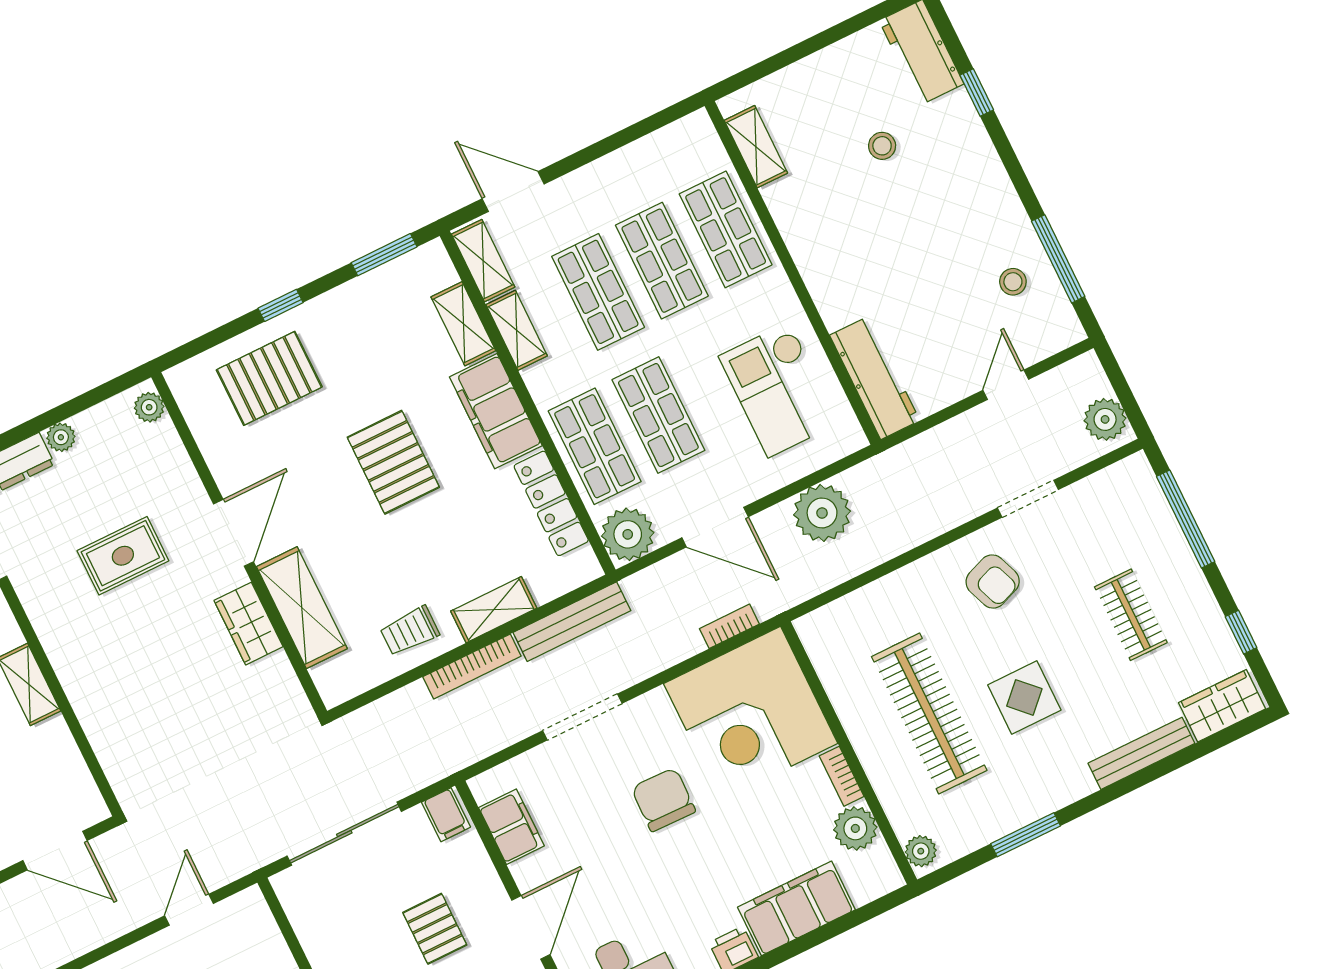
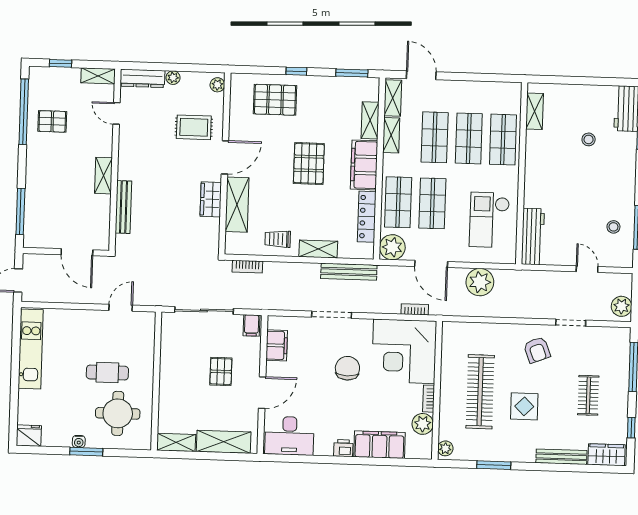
door: (1006, 385) -> (587, 269), hinge flipped
rug: (123, 556) -> (194, 127), moved
bookcase: (472, 666) -> (247, 267), moved, width x0.64
bench: (96, 723) -> (123, 207), added

